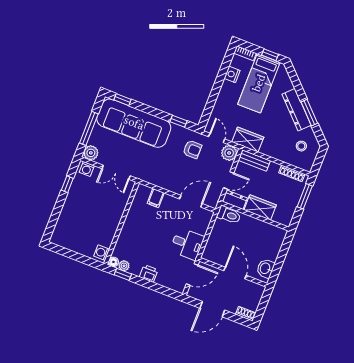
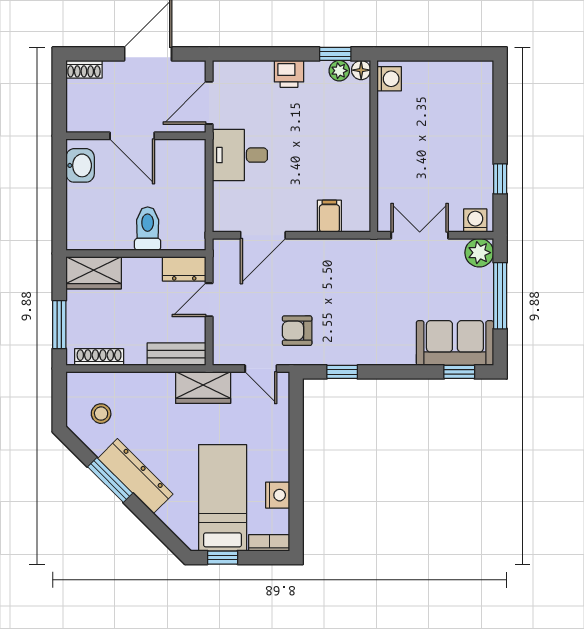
sofa: (134, 123) -> (455, 343), width x0.54, depth x0.79
plant: (229, 153) -> (228, 350), removed
wardrobe: (260, 207) -> (94, 273), moved
toilet: (229, 215) -> (148, 229), moved, turned 90

